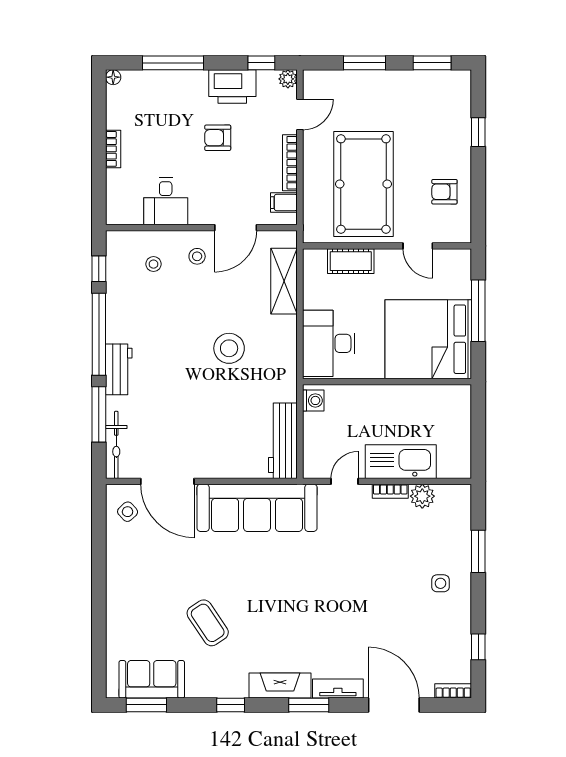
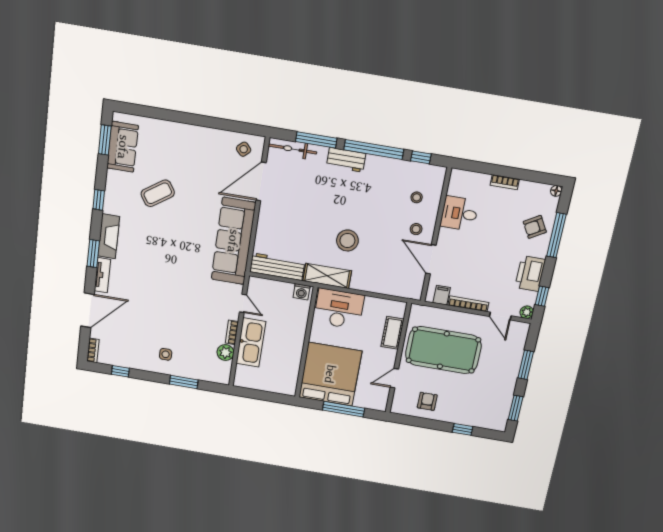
armchair: (218, 138) -> (535, 227), moved, turned -120
shelving: (284, 281) -> (327, 276), moved

